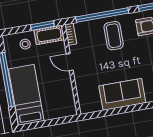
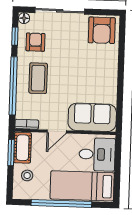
coffee table: (114, 36) -> (38, 78), turned 90
sofa: (122, 94) -> (92, 117), moved, turned 90
desk: (57, 102) -> (97, 154), added

